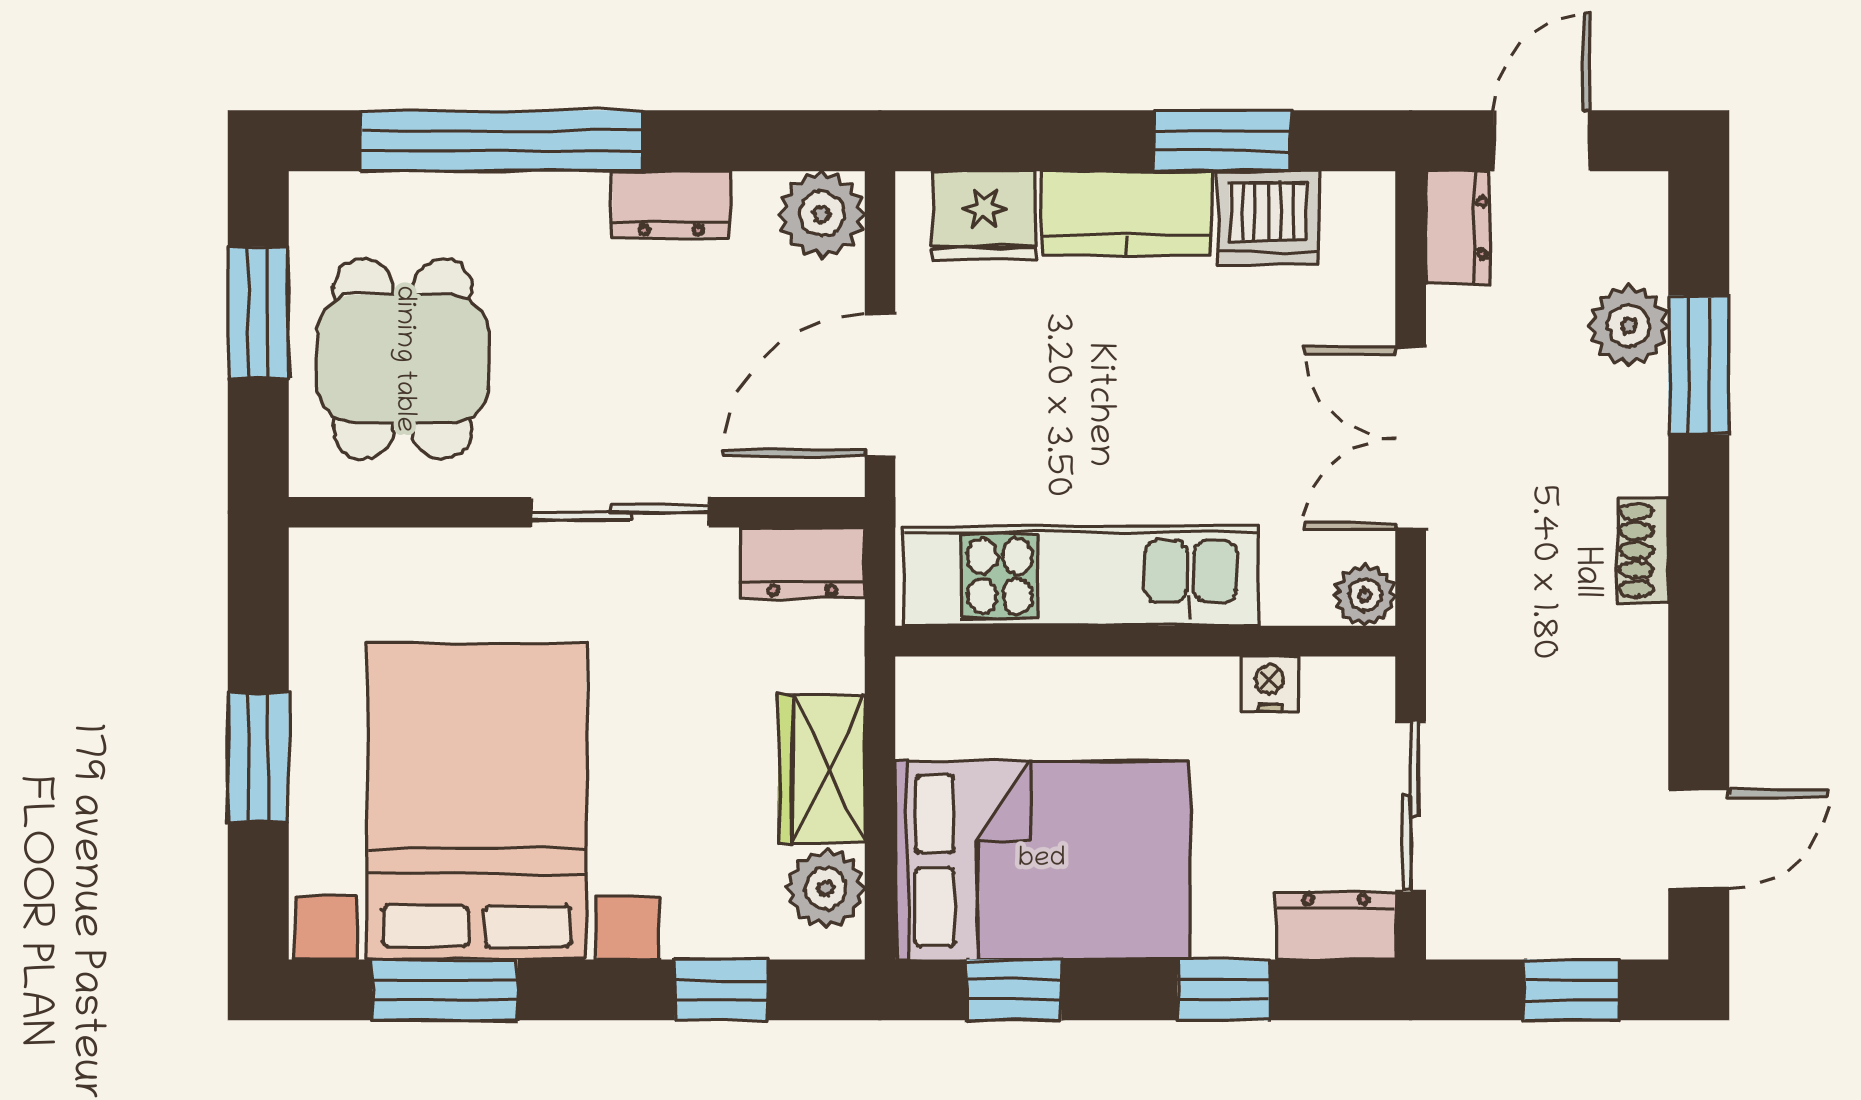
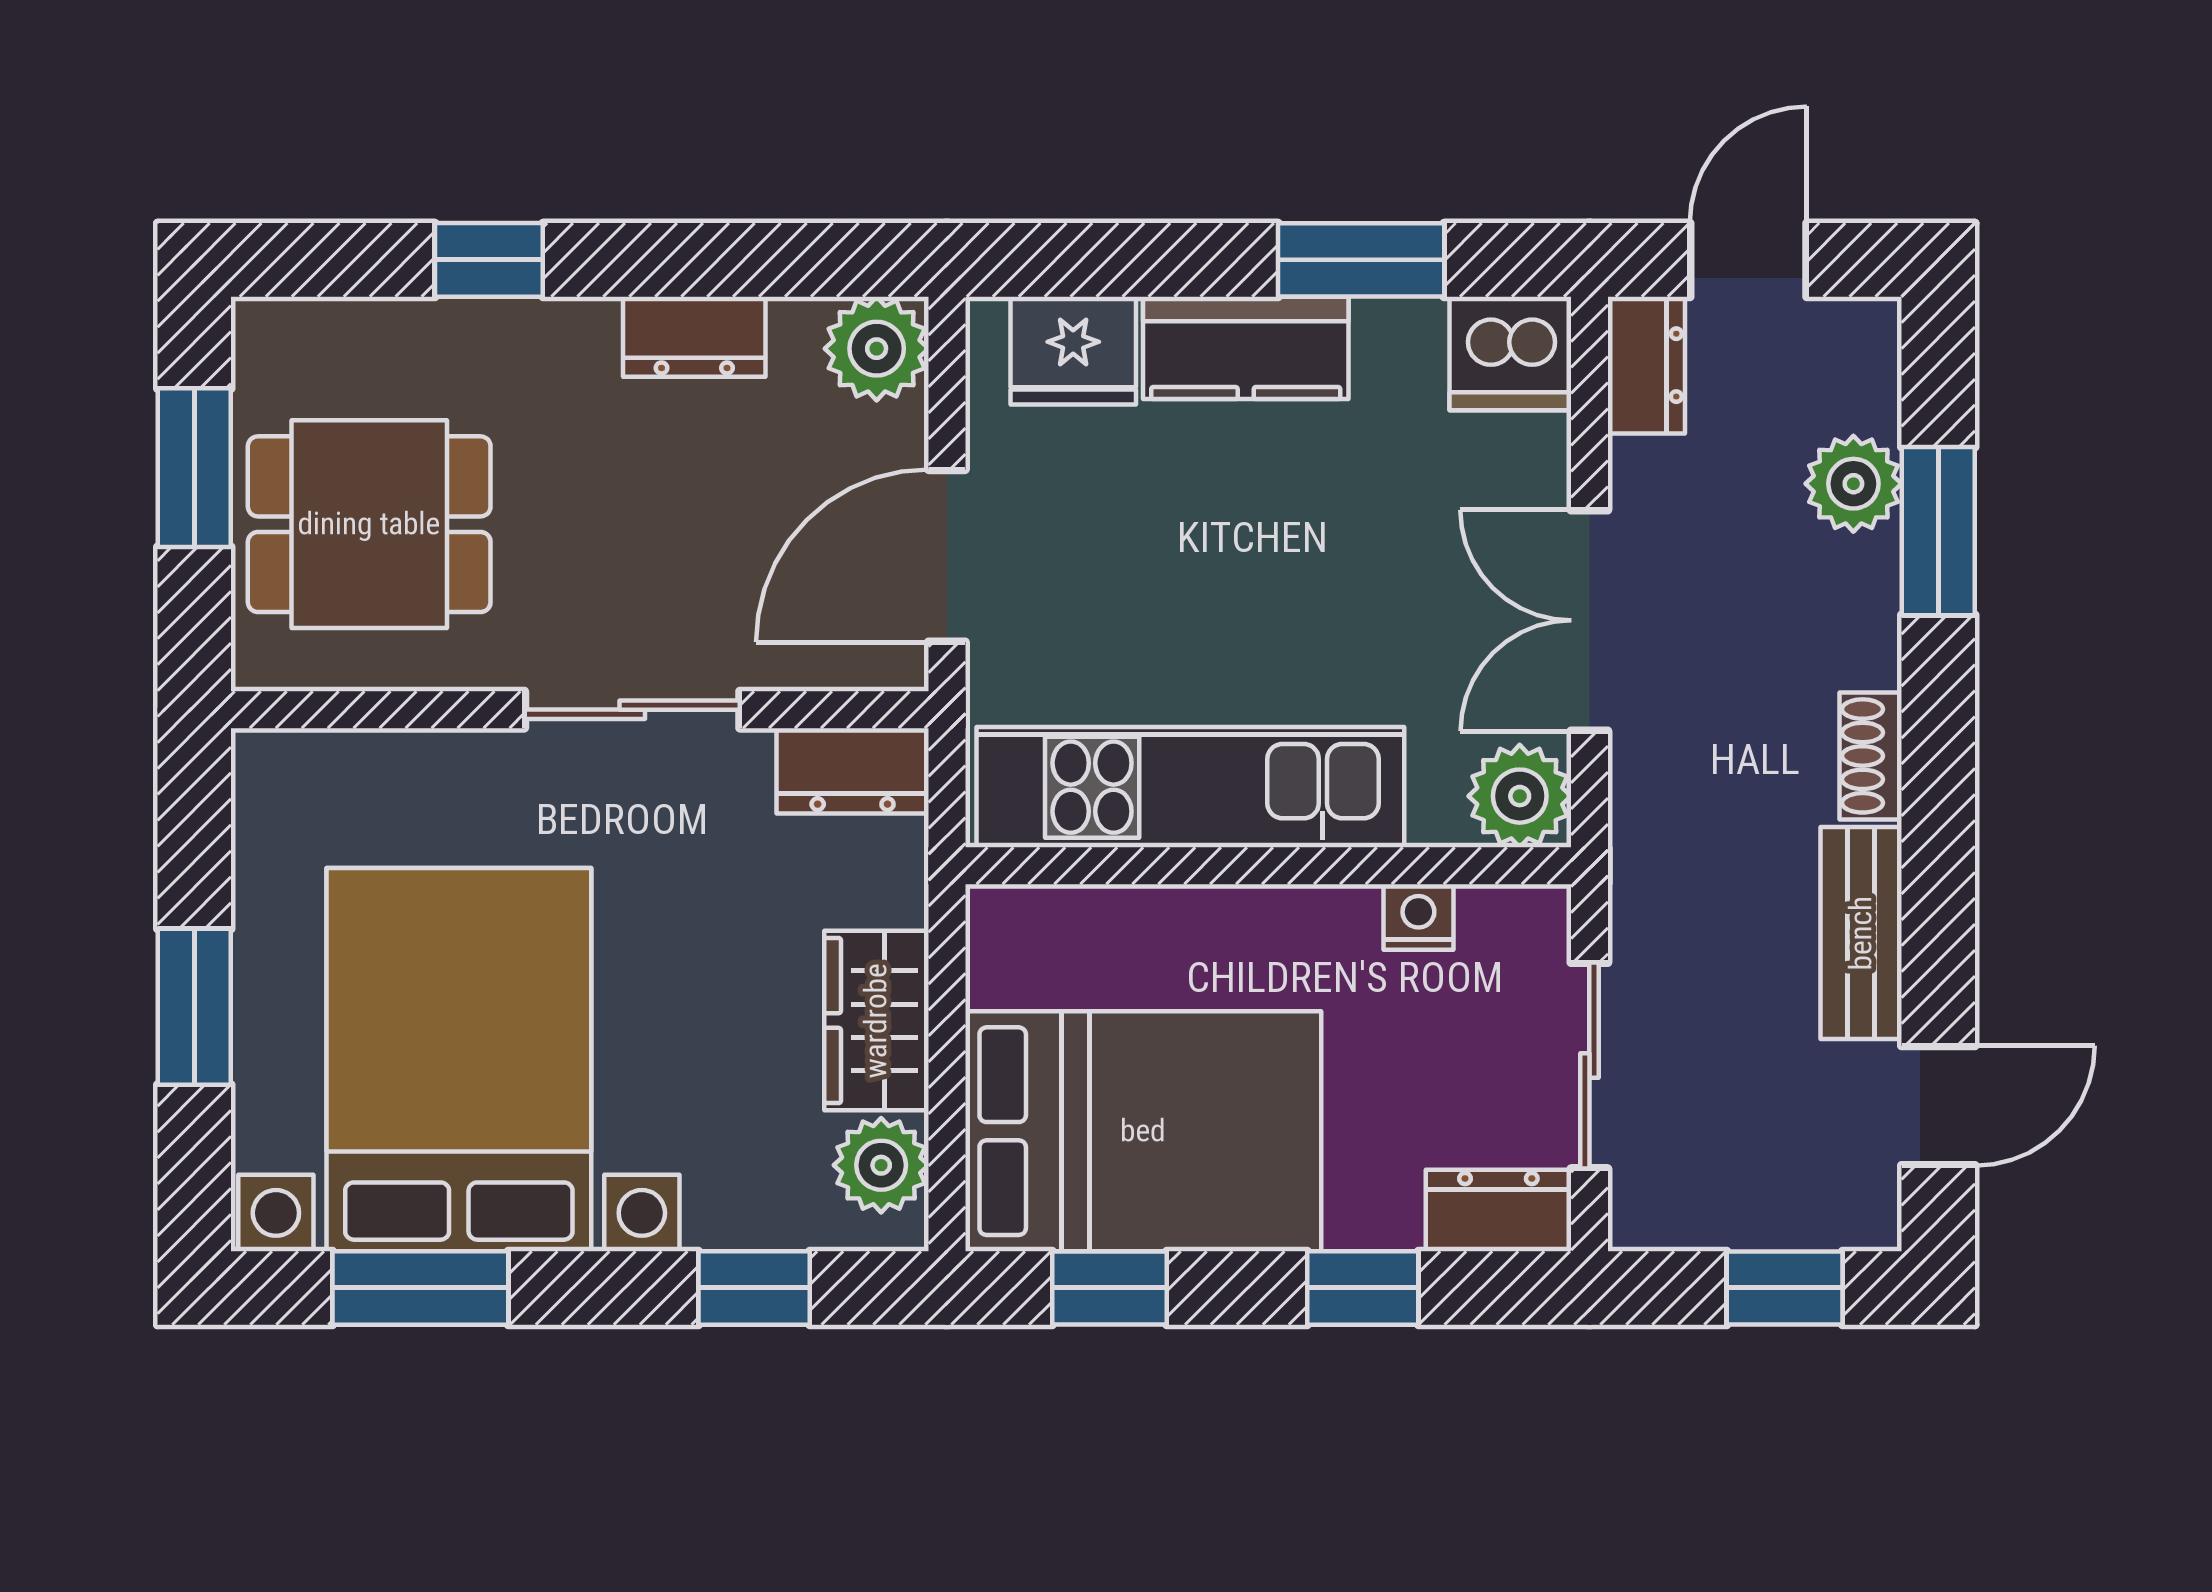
window: (502, 141) -> (489, 260), width x0.32
dishwasher: (1268, 218) -> (1510, 354), moved
dining table: (403, 359) -> (369, 524), turned 90
plant: (1365, 595) -> (1520, 796), width x1.38, depth x1.38
bench: (1635, 697) -> (1861, 933), added

